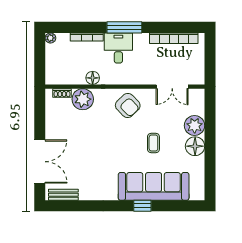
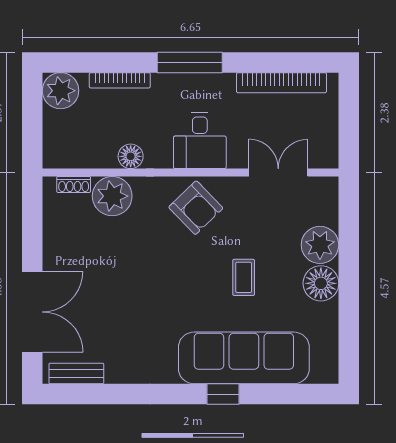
plant: (50, 38) -> (61, 91), width x1.87, depth x1.87
desk: (118, 48) -> (200, 140), moved, turned 180
double door: (172, 87) -> (278, 173), swing flipped

